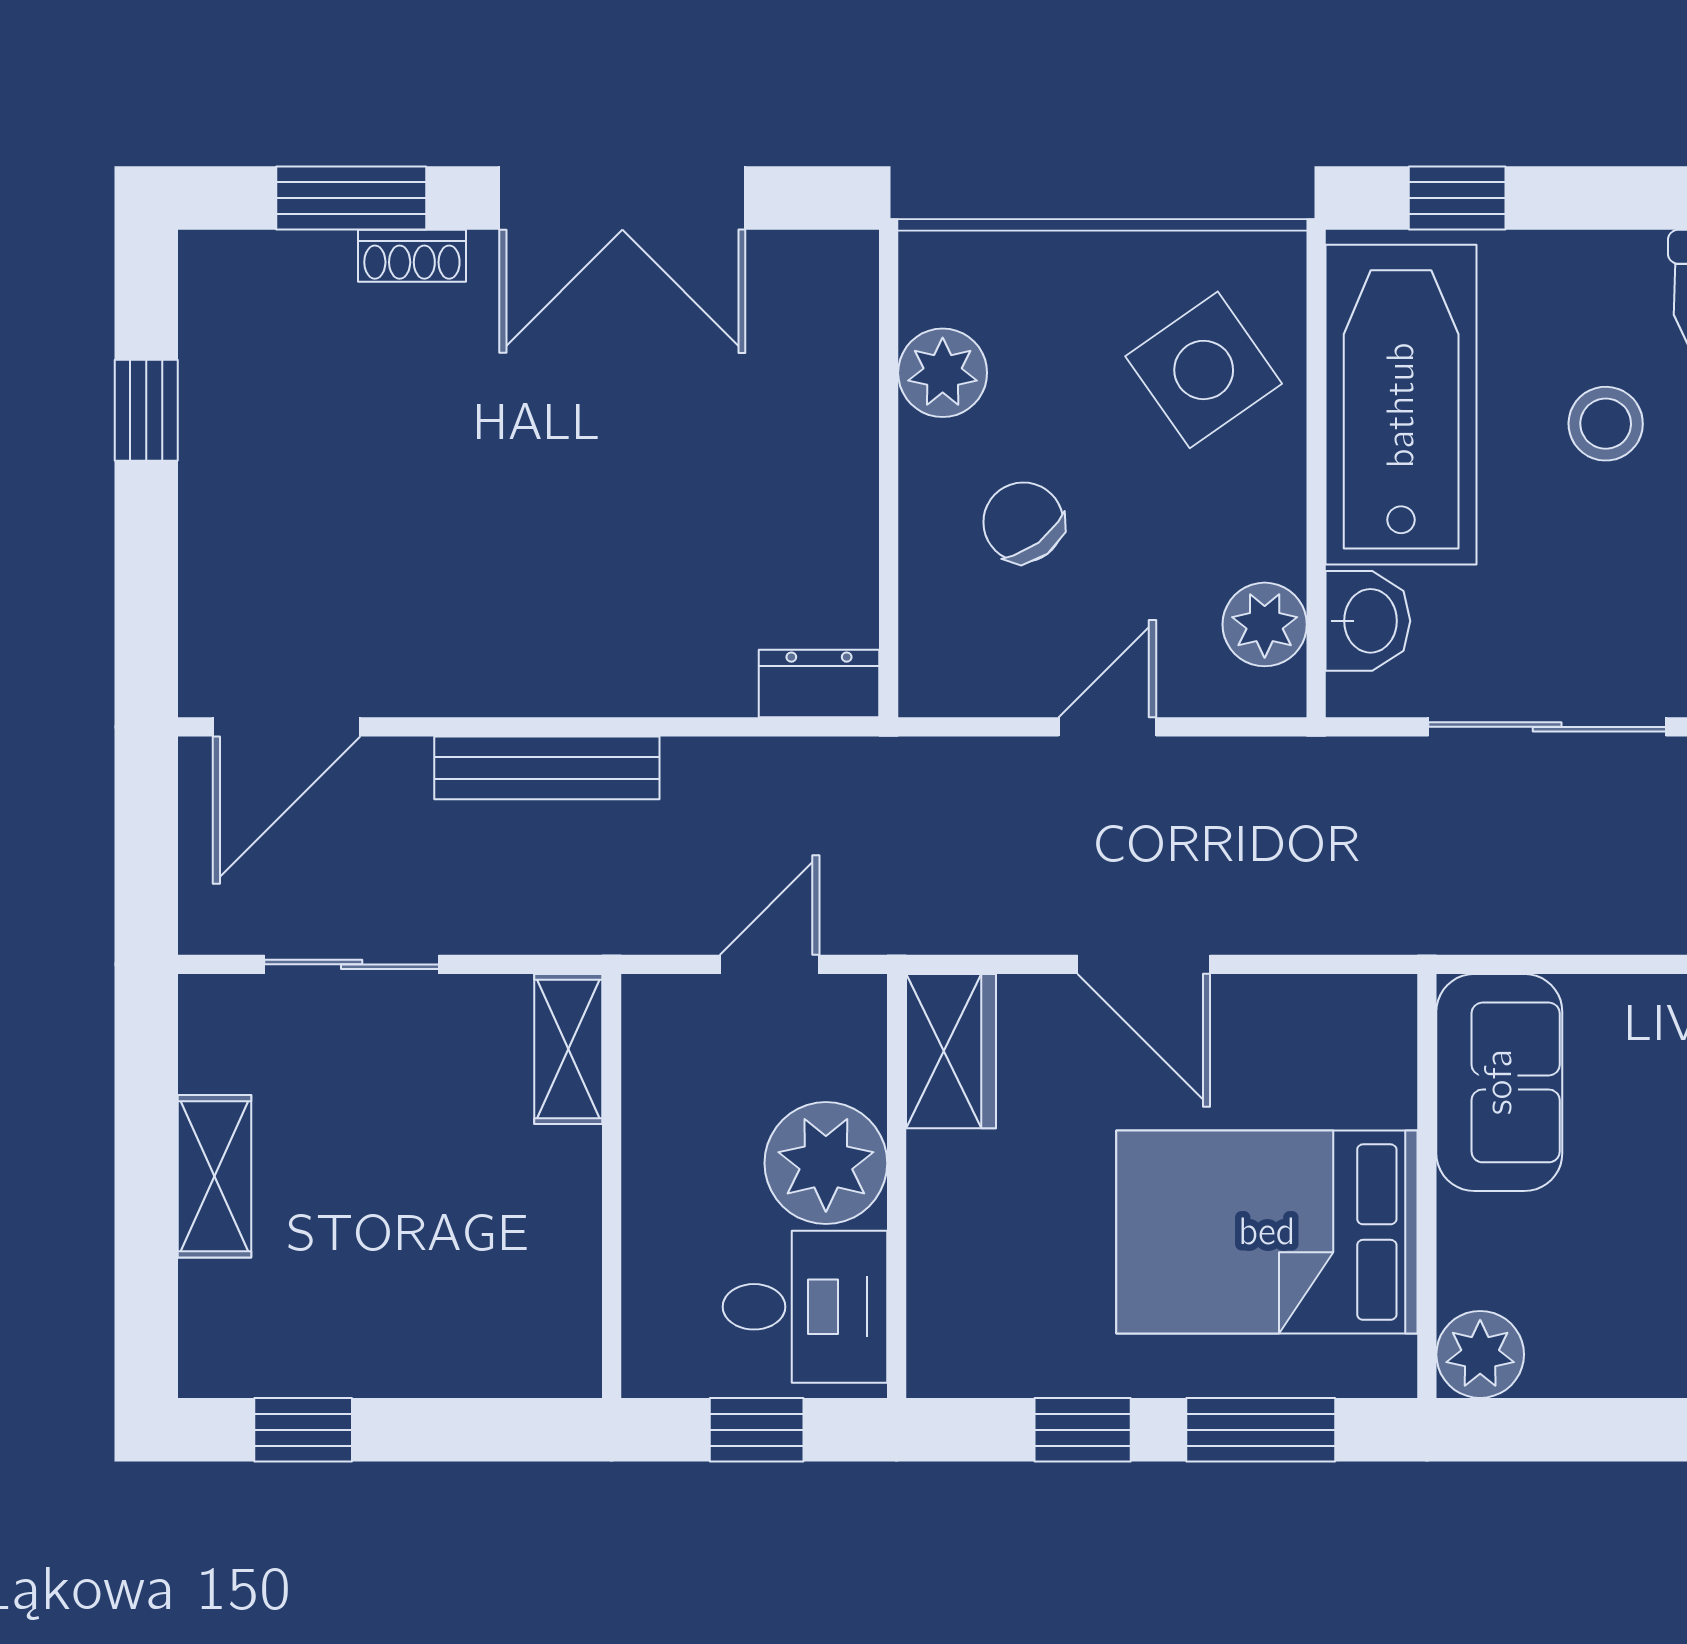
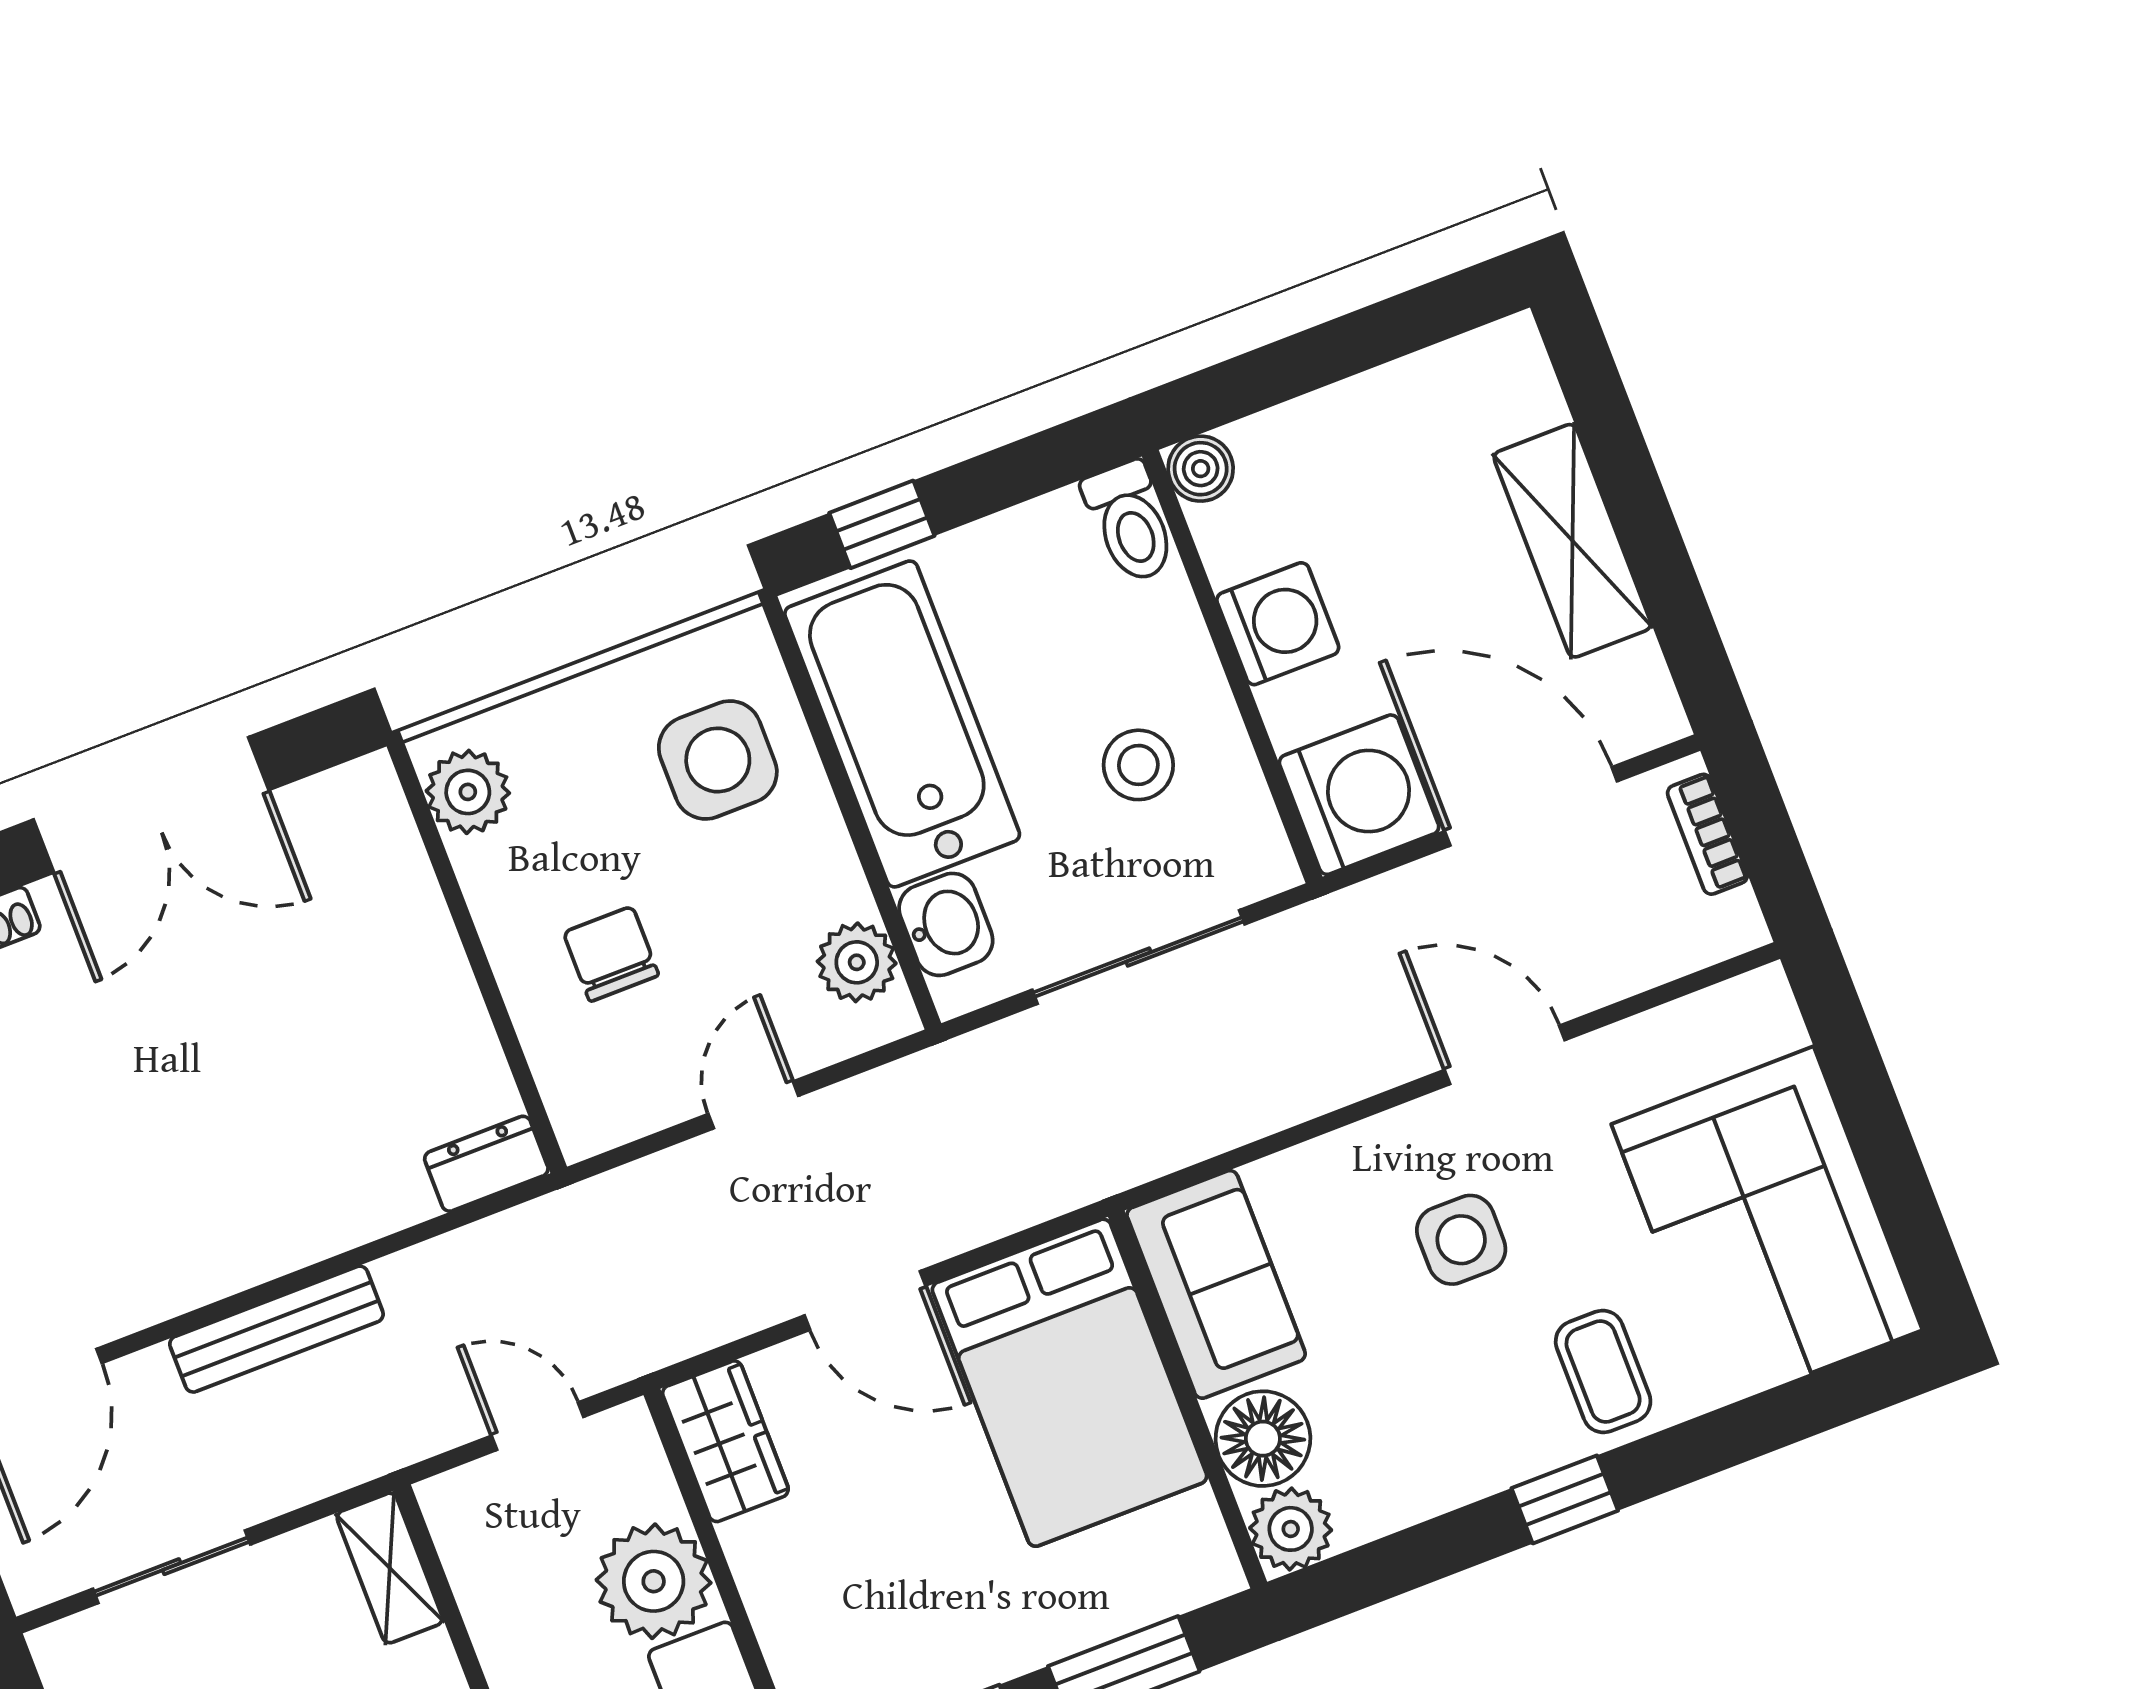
side table: (1204, 370) -> (718, 760), turned 35
plant: (943, 373) -> (468, 792), moved
stool: (1606, 424) -> (1138, 765), moved
chair: (1023, 522) -> (611, 954), turned 37
door: (770, 964) -> (538, 1426), hinge flipped
bed: (1267, 1232) -> (1070, 1383), moved, turned -90
floor lamp: (1487, 1254) -> (1263, 1439), added

